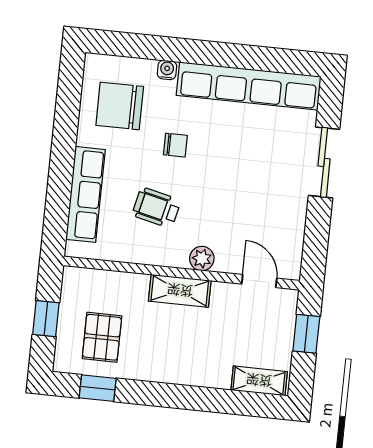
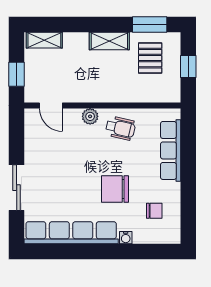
chair: (120, 106) -> (154, 211), width x0.54, depth x0.54
chair: (175, 145) -> (115, 189), width x1.87, depth x1.87
wheelchair: (156, 208) -> (120, 128), moved
shelving: (180, 291) -> (109, 41), moved
window: (98, 388) -> (150, 24), width x1.50

